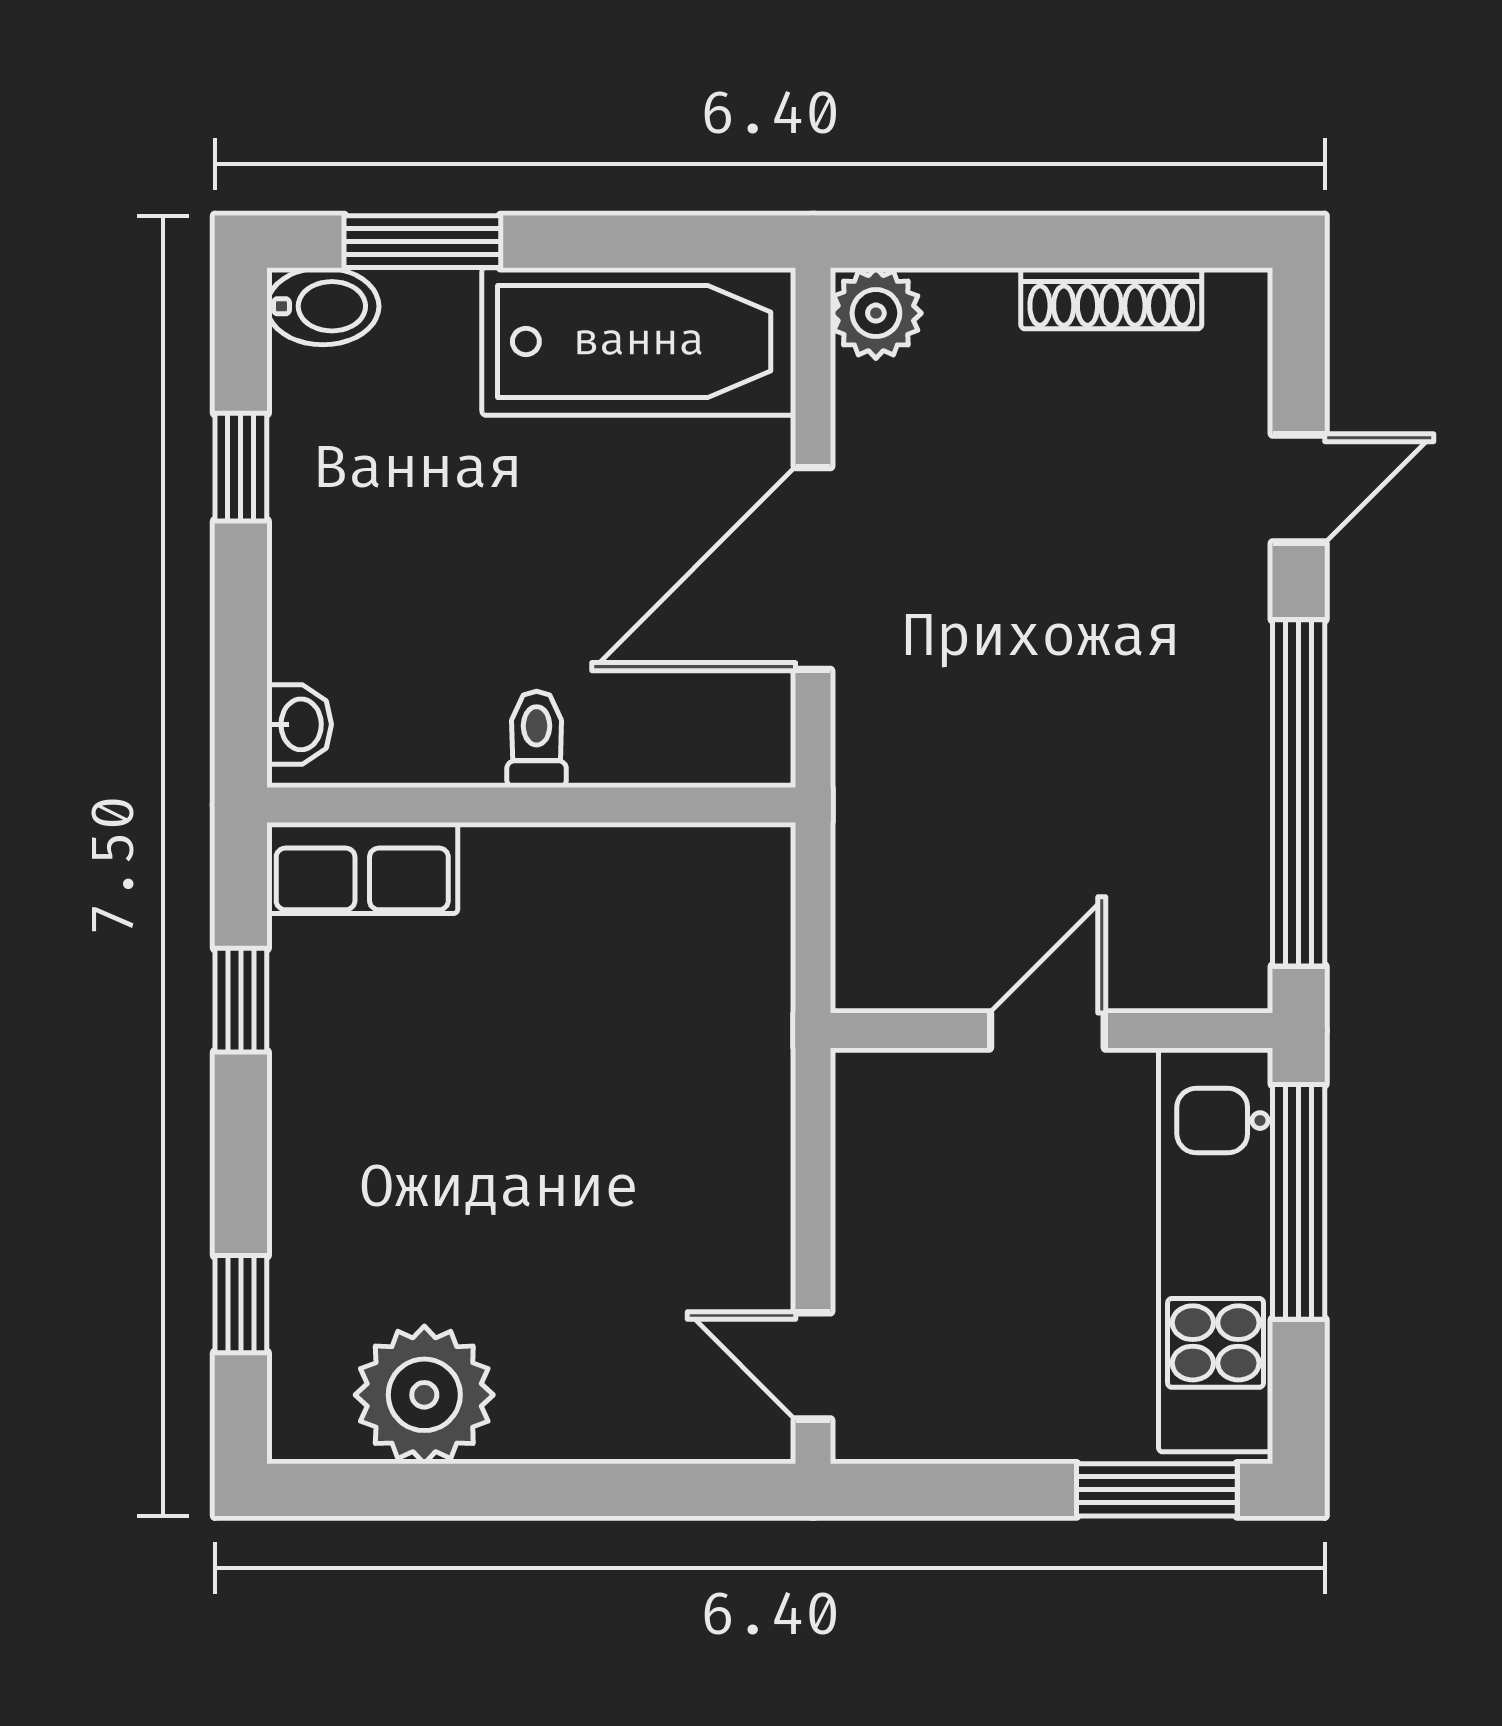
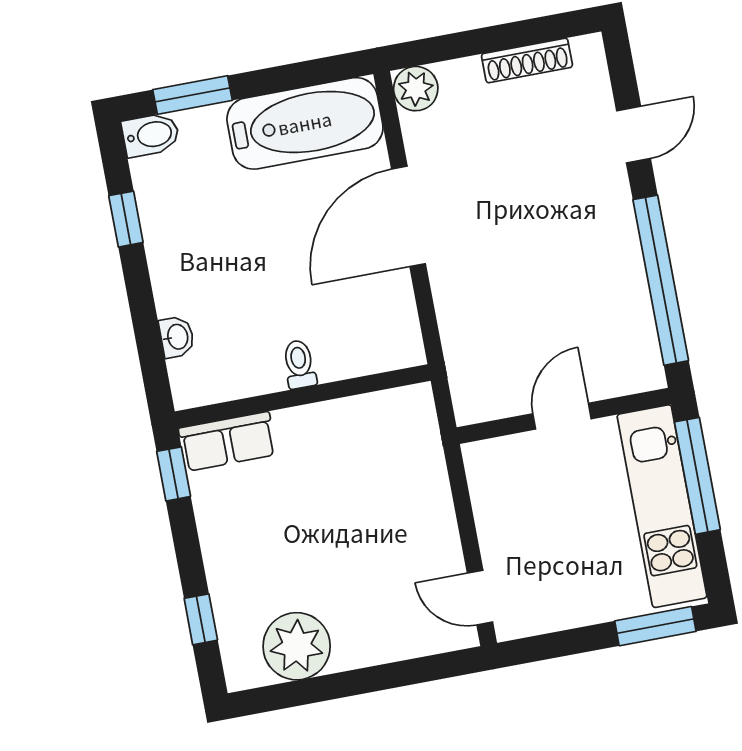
toilet: (537, 739) -> (299, 364), moved
wall: (531, 805) -> (303, 396), moved
row of seats: (362, 868) -> (228, 441), moved

